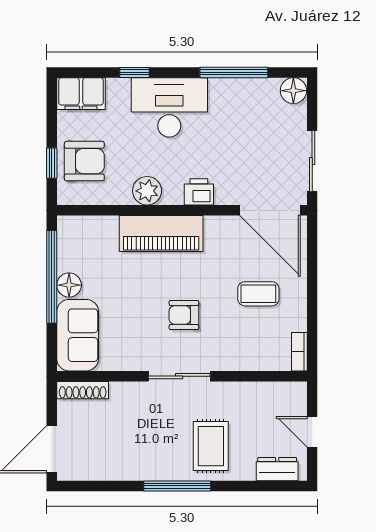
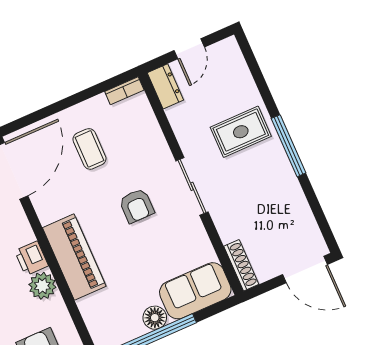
printer: (199, 192) -> (31, 258), moved
dresser: (277, 469) -> (165, 86), moved, turned 180

